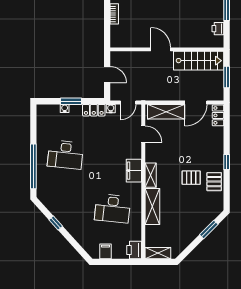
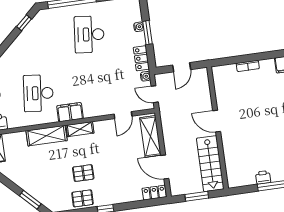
printer: (218, 29) -> (263, 177), moved
door: (161, 49) -> (217, 121), swing flipped
filing cabinet: (134, 171) -> (70, 112), moved
pallet: (191, 178) -> (83, 173), turned 90
window: (56, 223) -> (24, 23), moved

